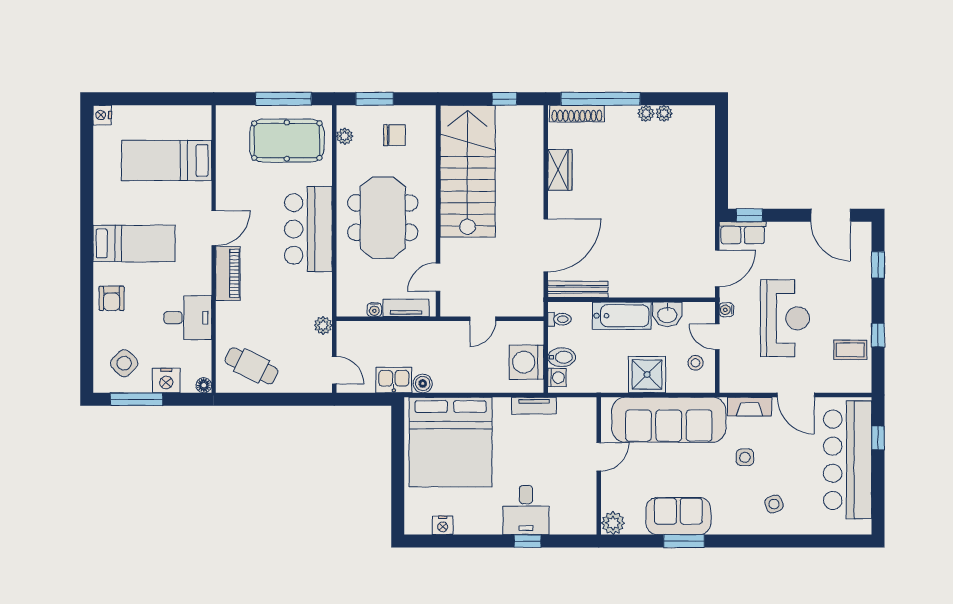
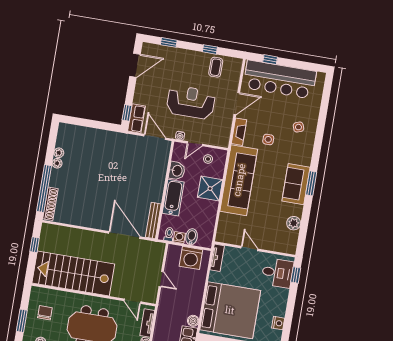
wardrobe: (560, 170) -> (82, 219), removed
washing machine: (557, 378) -> (179, 238), moved
door: (599, 457) -> (249, 249), moved
wall: (599, 466) -> (255, 249), moved

